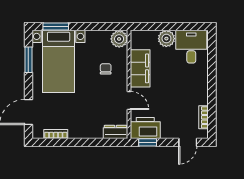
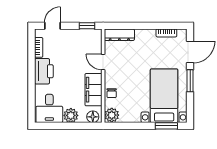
floor lamp: (141, 37) -> (93, 117), added
window: (28, 60) -> (190, 81), moved
chair: (106, 69) -> (112, 93), moved
printer: (145, 128) -> (44, 71), moved, turned -90
dresser: (115, 132) -> (119, 35), width x1.44

